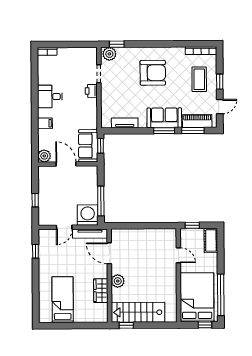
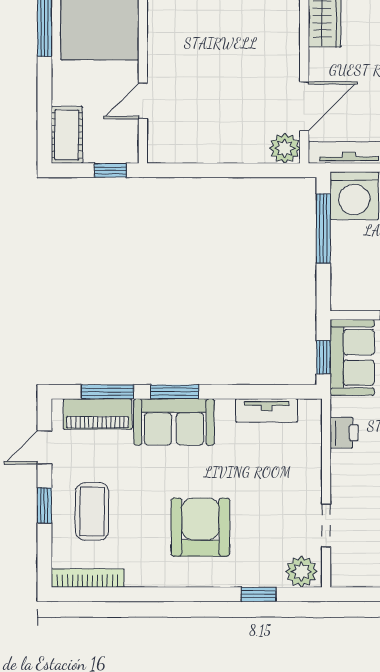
window: (117, 44) -> (259, 594), moved
armchair: (153, 73) -> (200, 527), turned 90
printer: (91, 91) -> (344, 433), moved
door: (109, 253) -> (304, 106), hinge flipped
door: (178, 255) -> (143, 101), hinge flipped
plant: (118, 281) -> (285, 148), moved

